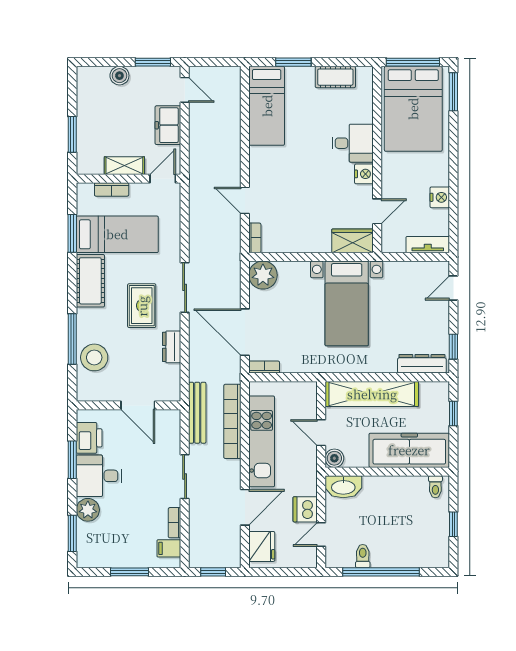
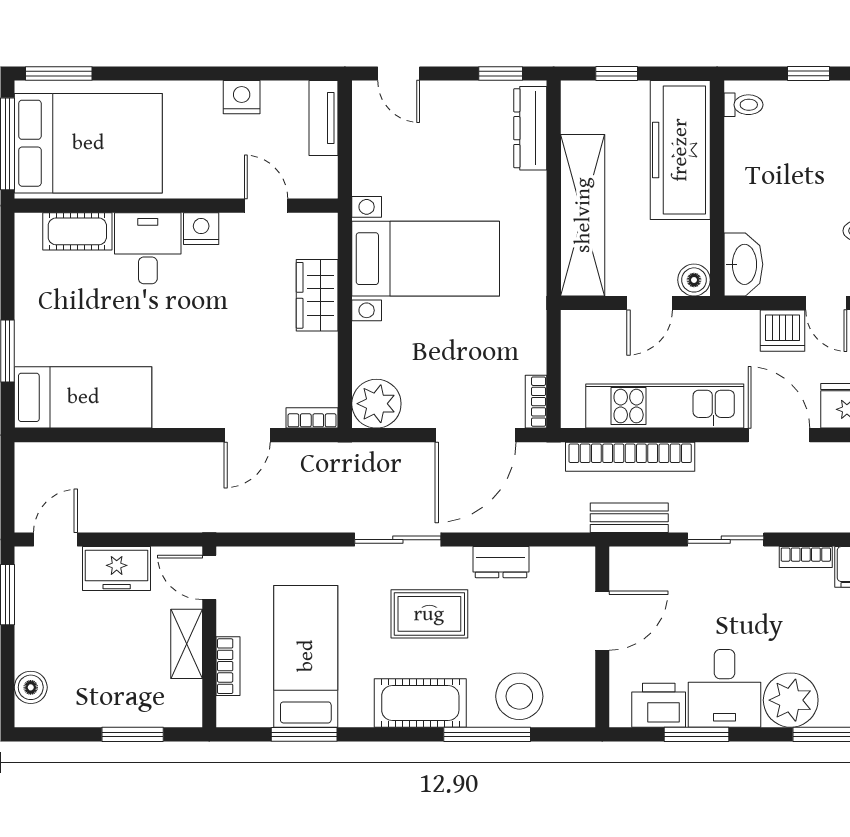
boiler: (119, 76) -> (31, 687), moved
cot: (335, 77) -> (77, 231), moved, turned 90
wardrobe: (353, 241) -> (317, 295), moved
cot: (90, 281) -> (420, 703), moved
bench: (197, 413) -> (629, 518), width x0.73
plant: (88, 510) -> (791, 700), width x1.36, depth x1.36

